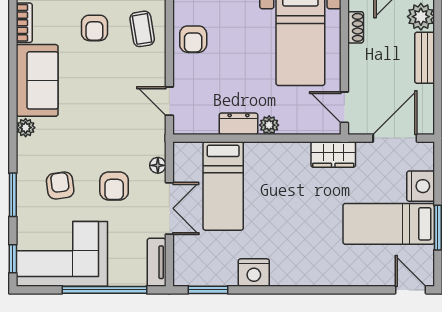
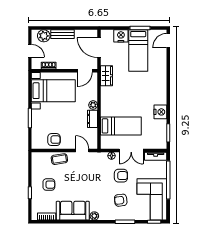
coffee table: (142, 29) -> (59, 159), moved
door: (169, 101) -> (82, 150), swing flipped
double door: (169, 208) -> (131, 150), swing flipped

